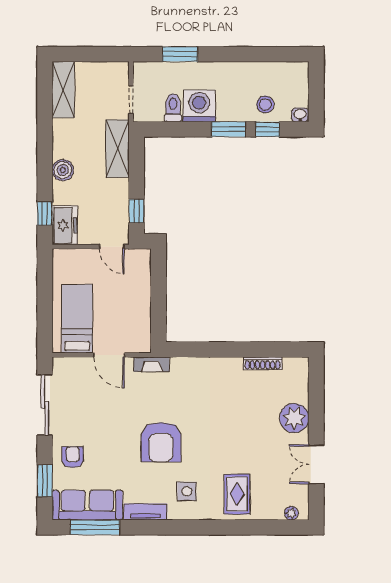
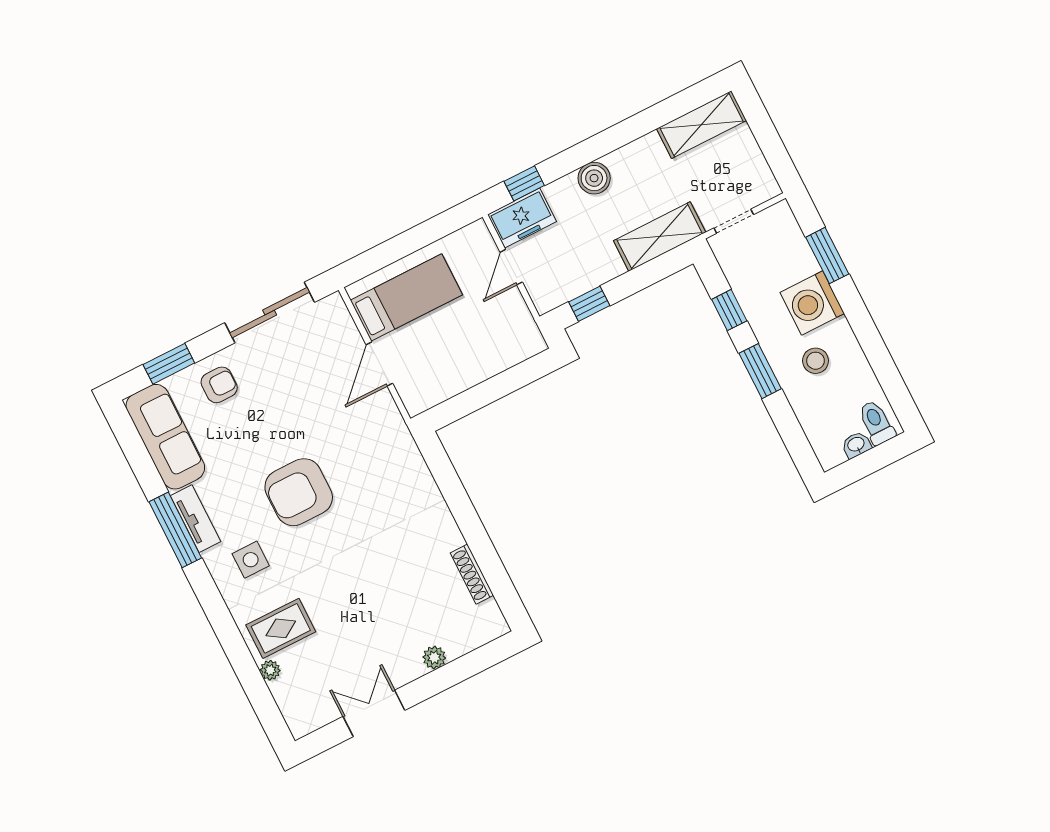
stool: (265, 104) -> (816, 361), moved
washing machine: (199, 106) -> (812, 303), moved, turned 180
toilet: (173, 108) -> (876, 423), moved, turned -90
washbasin: (300, 115) -> (856, 445), moved, turned -90
window: (268, 129) -> (729, 310), moved
door: (112, 247) -> (511, 267), moved
fireplace: (152, 364) -> (396, 427), removed
plant: (294, 418) -> (434, 658), width x0.53, depth x0.53
plant: (291, 513) -> (270, 670), moved
window: (95, 527) -> (175, 530), moved

